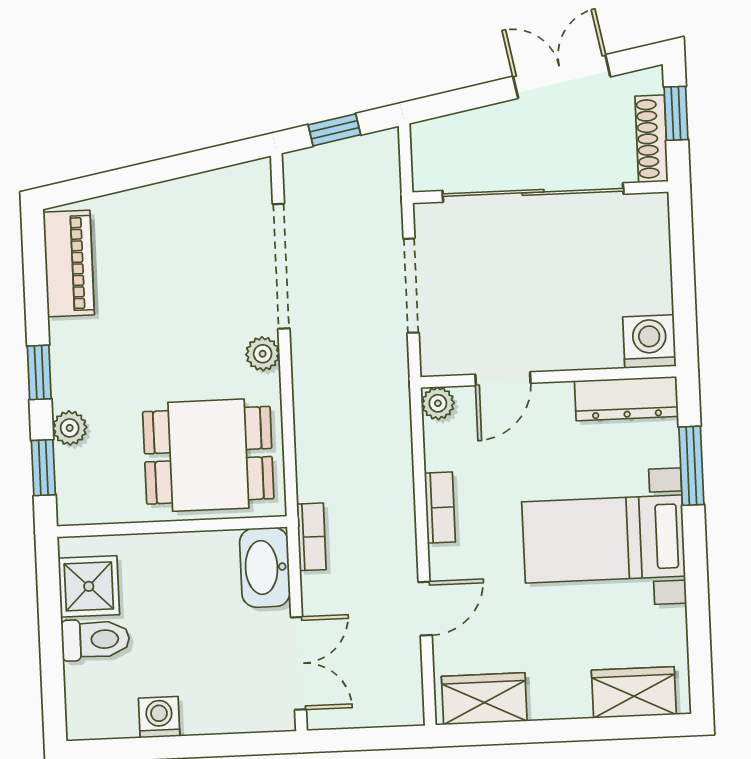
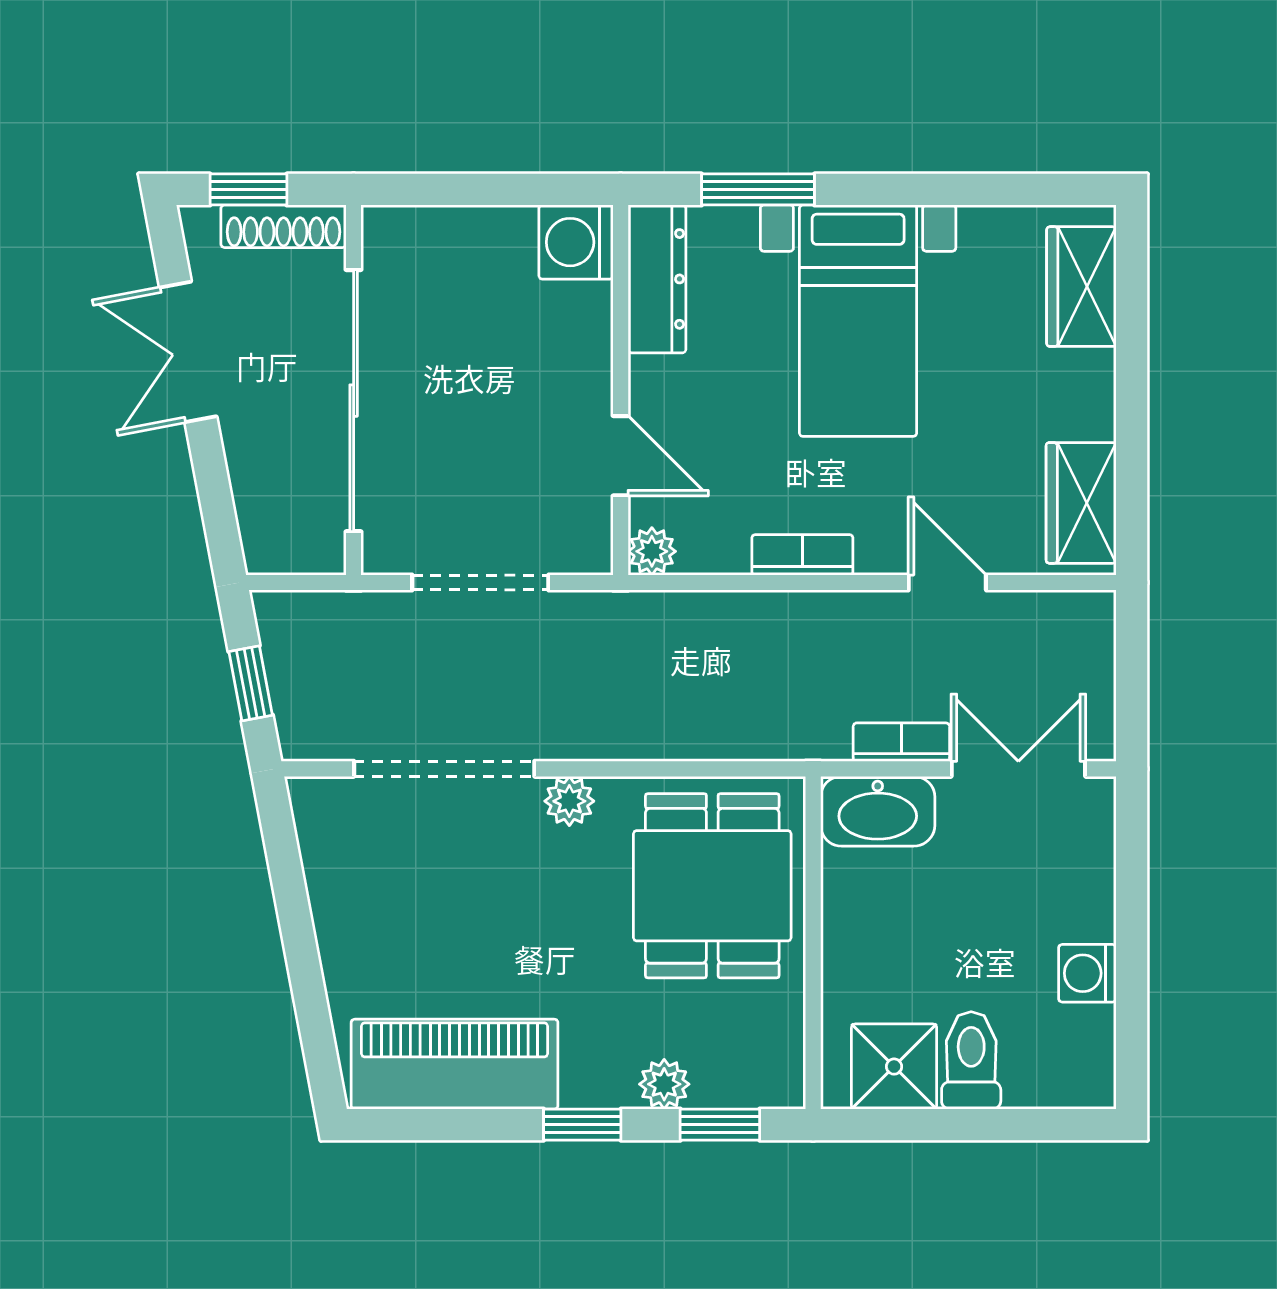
piano: (69, 263) -> (455, 1064), width x1.37, depth x1.33
bookcase: (311, 537) -> (901, 742), moved

